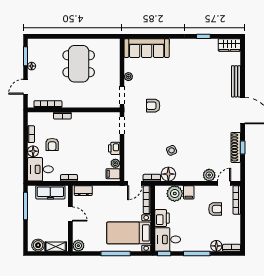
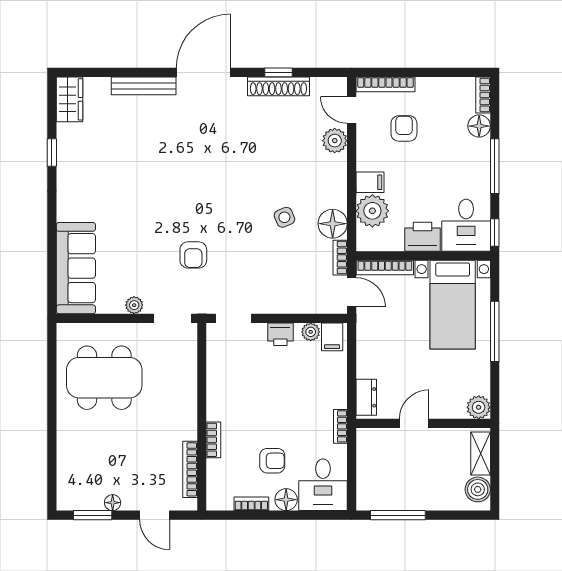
dining table: (79, 64) -> (104, 378), moved
freezer: (50, 192) -> (370, 464), removed

